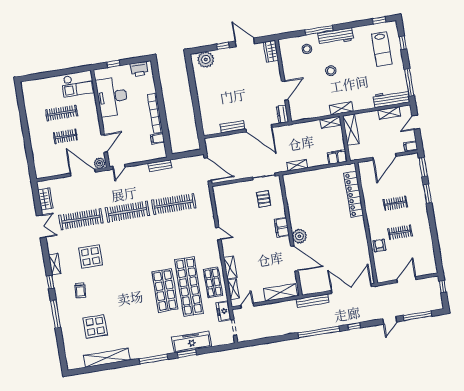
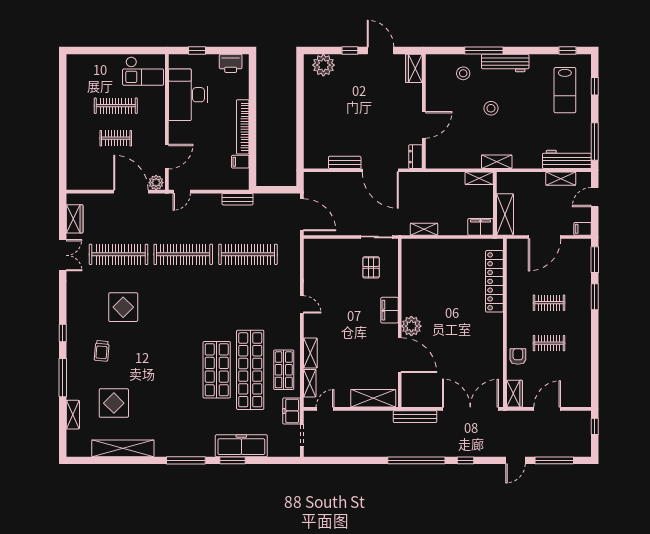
shelving: (351, 130) -> (505, 214), moved
shelving: (55, 264) -> (73, 415), moved
wardrobe: (381, 273) -> (514, 394), added

